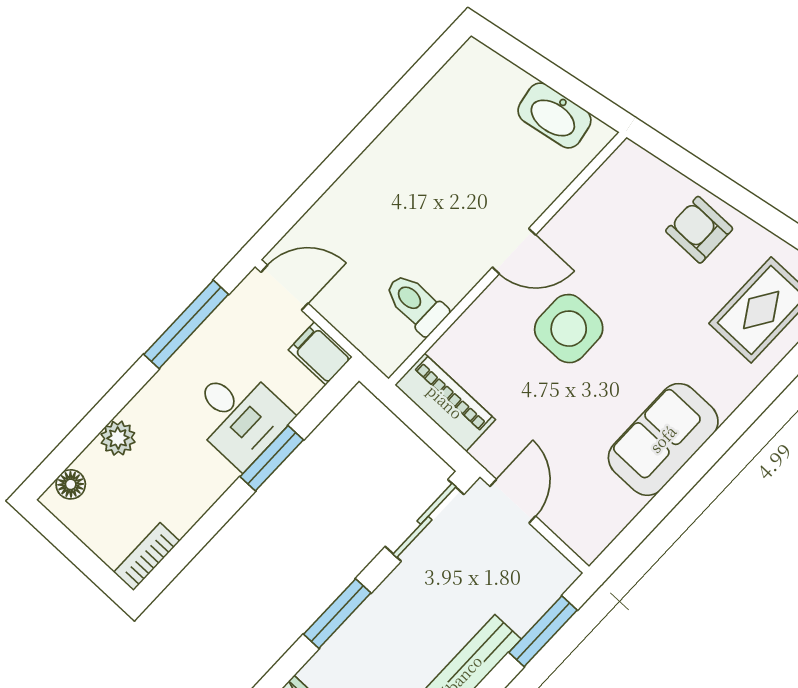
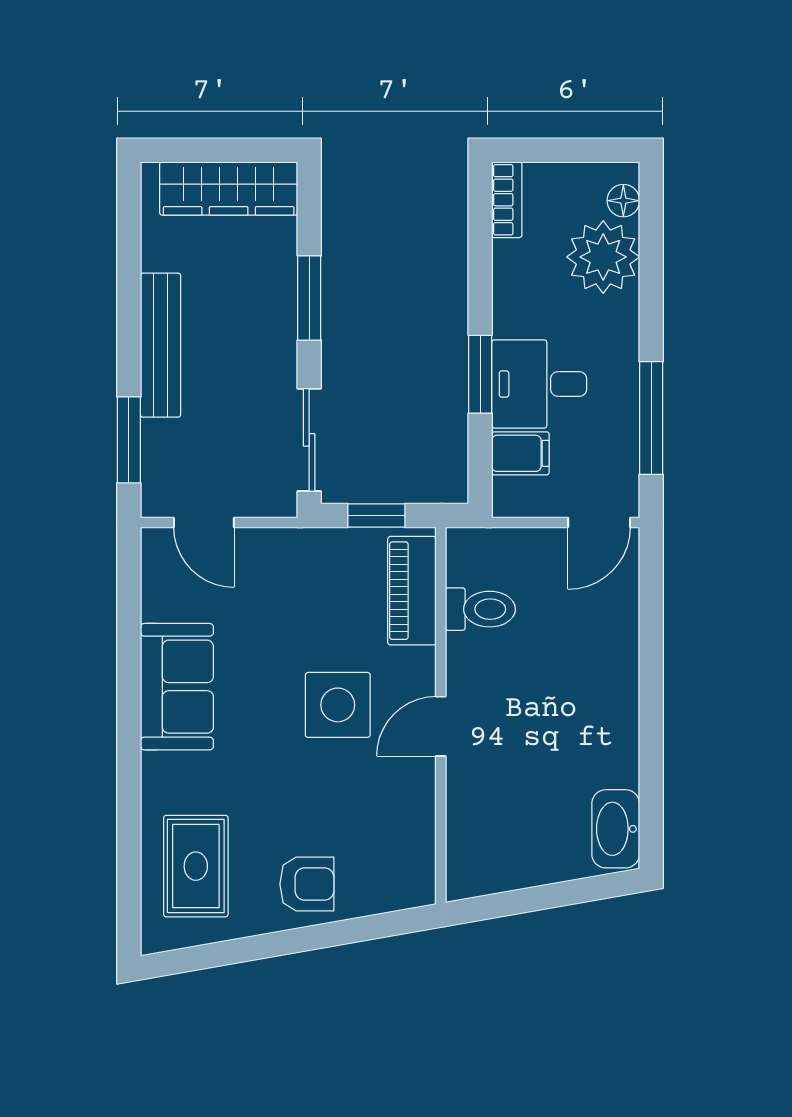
washbasin: (554, 115) -> (616, 829), moved, turned -80
filing cabinet: (320, 353) -> (520, 453), moved
piano: (445, 402) -> (412, 591), moved, turned 90
window: (427, 429) -> (376, 515), added
plant: (118, 438) -> (603, 257), width x1.88, depth x1.88
door: (513, 501) -> (204, 522), moved

